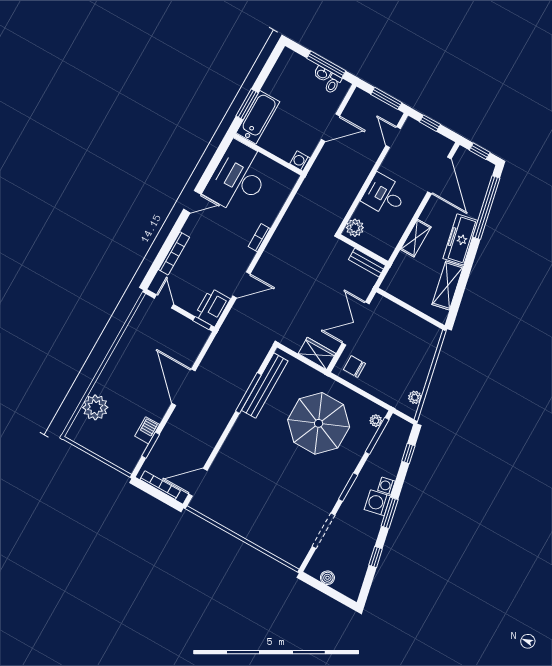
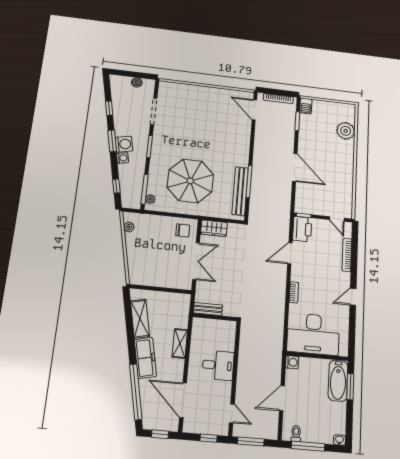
washbasin: (322, 74) -> (339, 440), moved
desk: (238, 178) -> (313, 334), moved, turned 90
plant: (355, 228) -> (229, 331), removed
barbecue: (147, 430) -> (306, 106), moved
door: (198, 482) -> (254, 110), swing flipped

